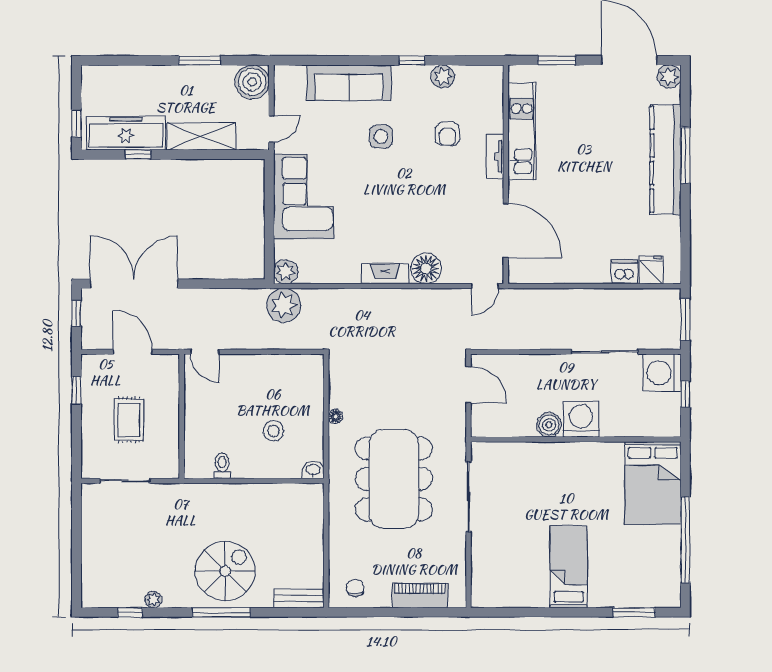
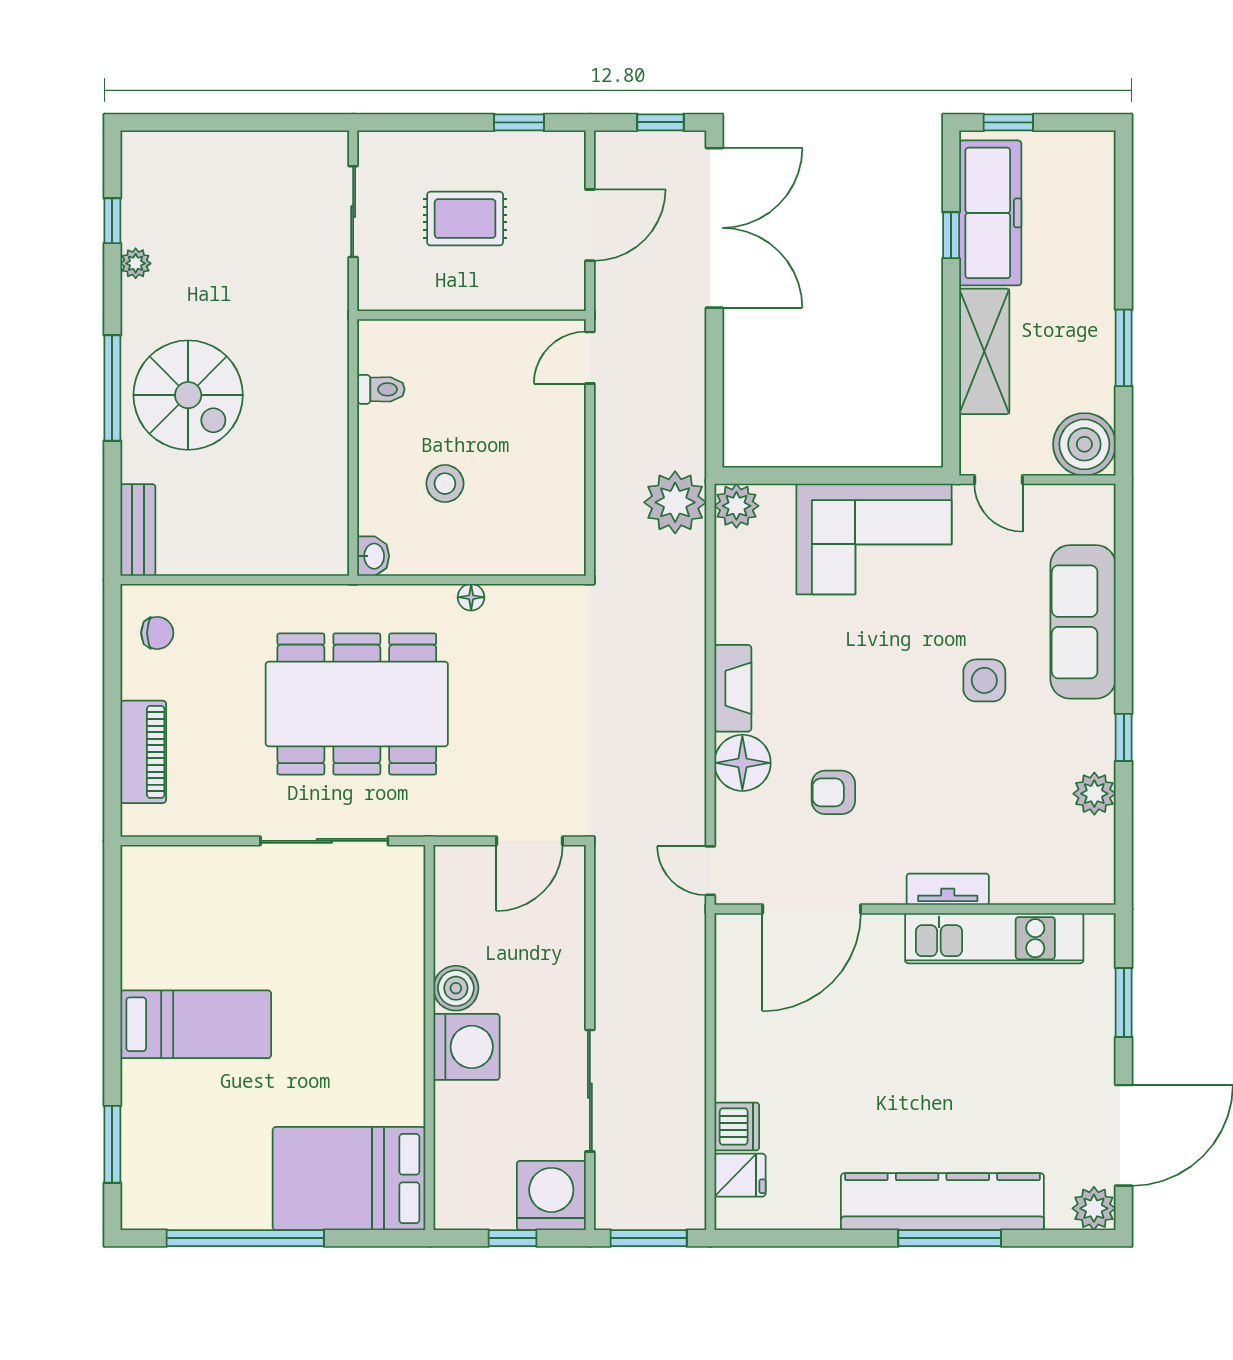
armchair: (447, 134) -> (833, 792), moved

